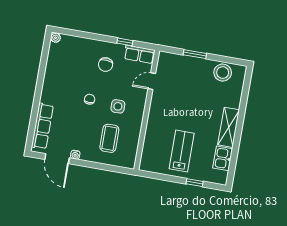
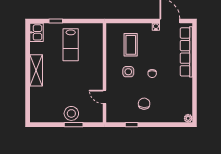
row of seats: (139, 54) -> (118, 117), removed
stool: (223, 73) -> (71, 113), moved
door: (152, 81) -> (105, 97), swing flipped
row of seats: (42, 126) -> (186, 52), width x1.36
kitchen sink: (223, 158) -> (37, 32), moved

